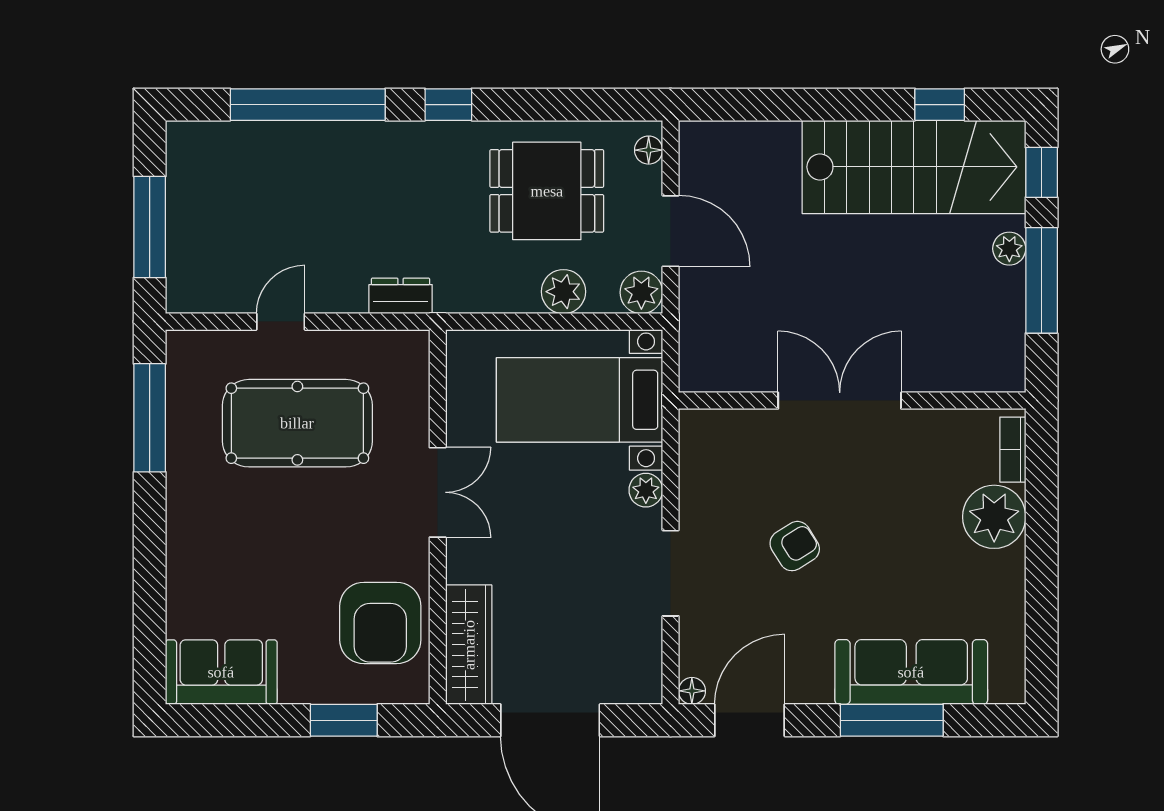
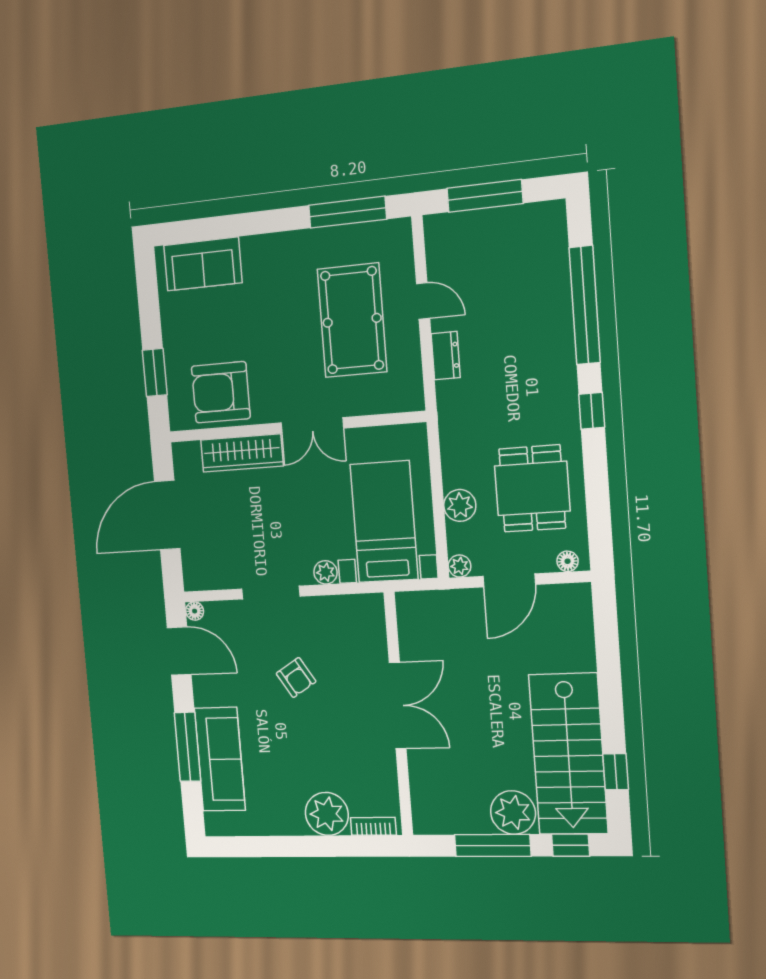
plant: (1009, 249) -> (513, 812), width x1.88, depth x1.88
plant: (641, 292) -> (460, 566), width x0.73, depth x0.73
dresser: (401, 296) -> (446, 356), moved
wardrobe: (469, 645) -> (242, 453), moved
sofa: (221, 672) -> (203, 264), moved, turned 90

